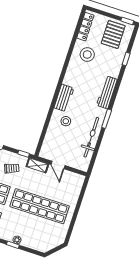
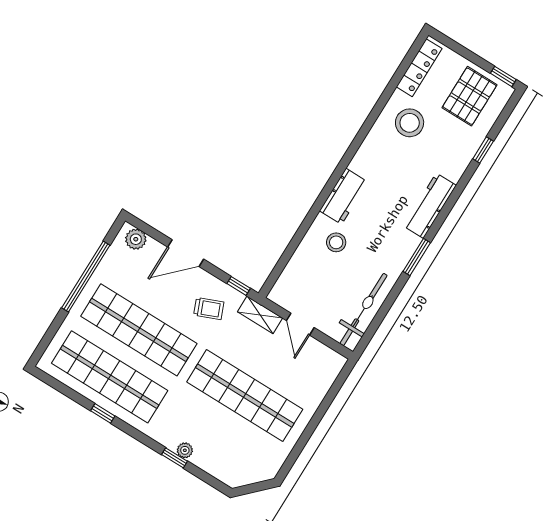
bicycle: (91, 137) -> (363, 310), moved

